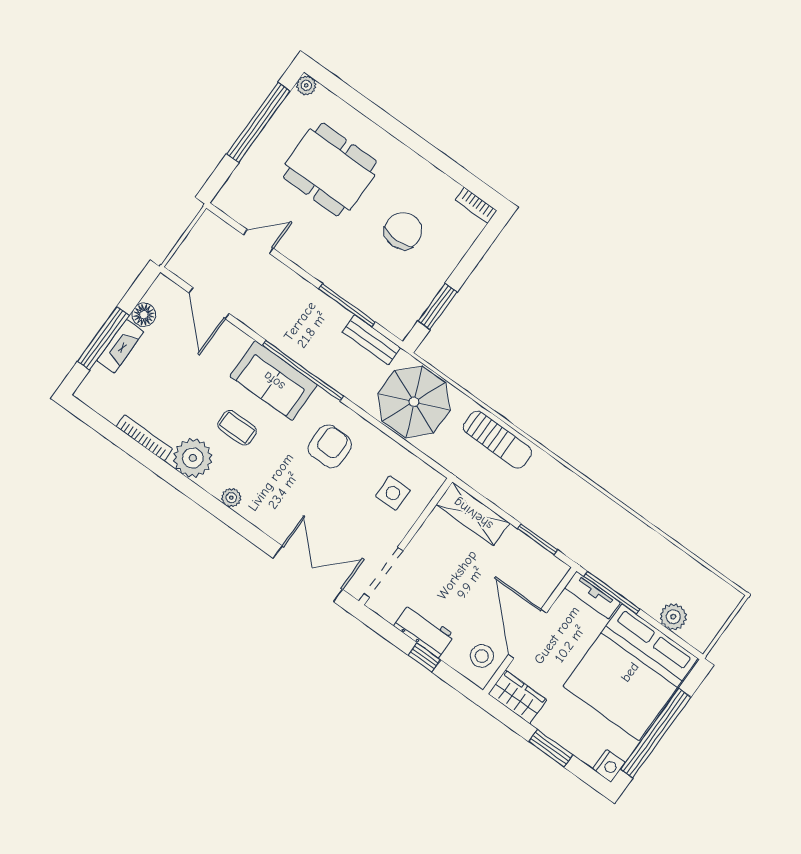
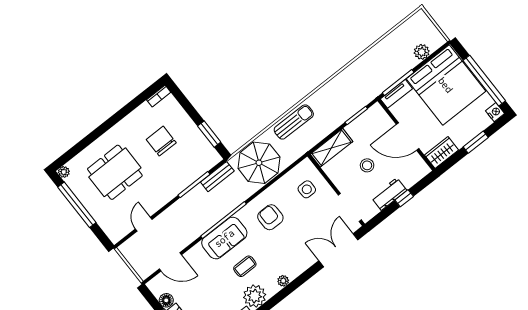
stool: (482, 656) -> (367, 165), moved

